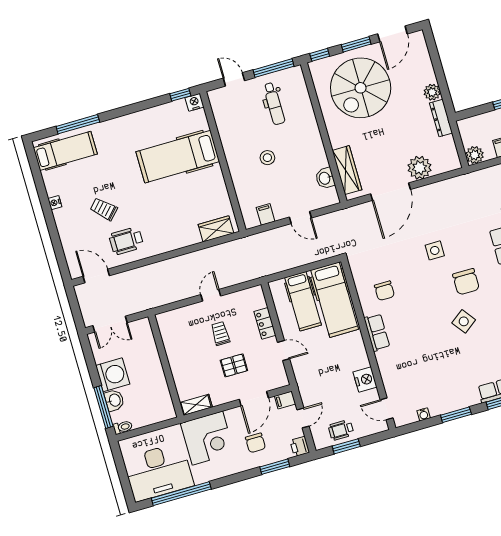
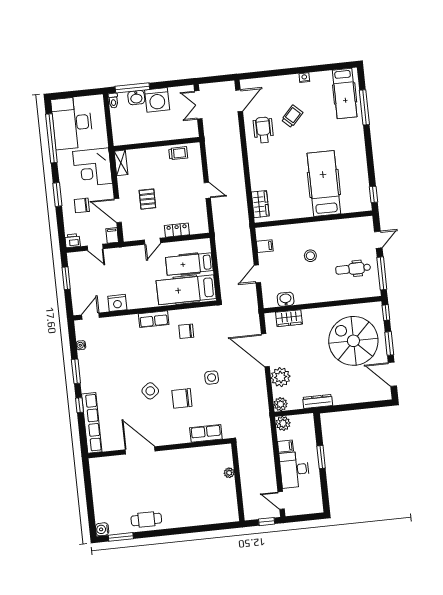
plant: (432, 92) -> (280, 404), moved
nightstand: (194, 102) -> (365, 205), removed
wardrobe: (347, 170) -> (289, 318), width x0.67
trolley: (220, 334) -> (178, 153), moved
wheelchair: (341, 430) -> (80, 276), removed
window: (275, 467) -> (57, 195), moved

